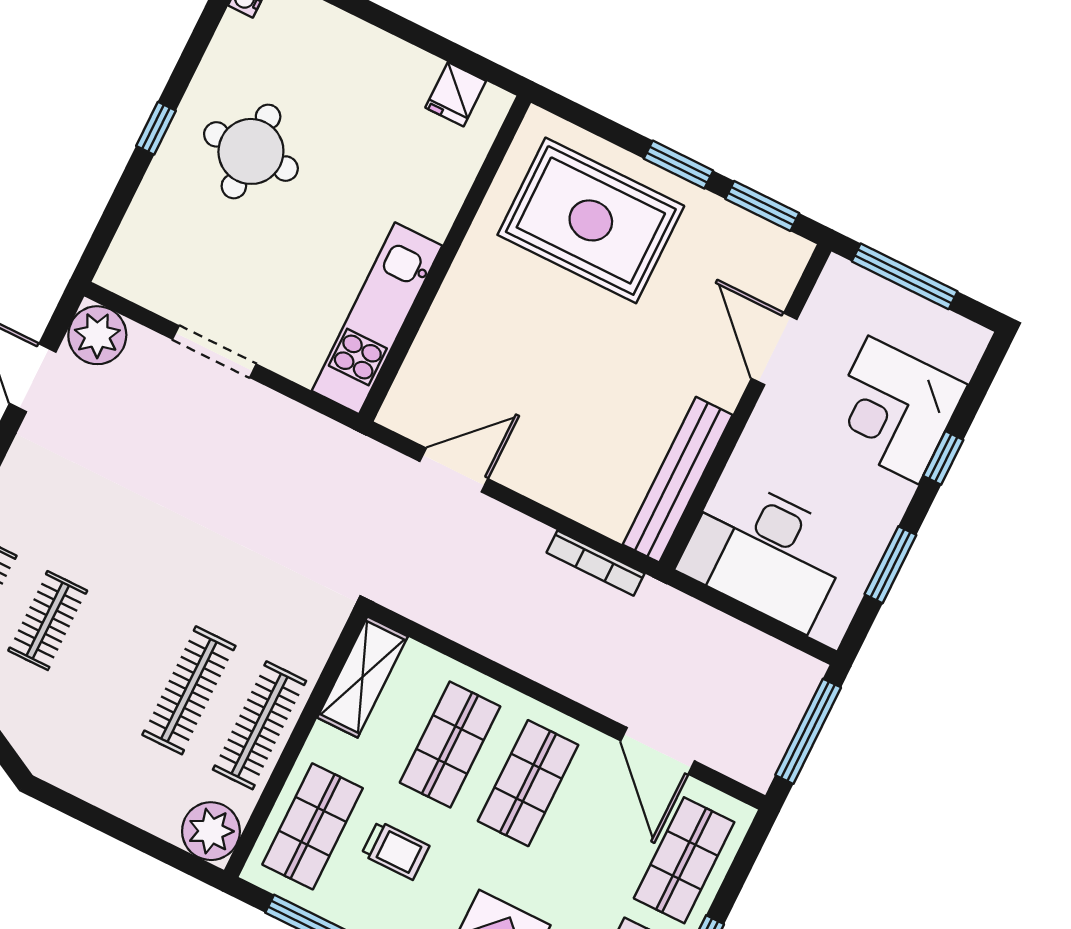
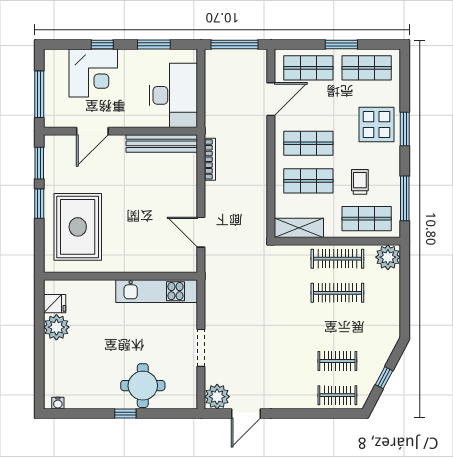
plant: (405, 74) -> (56, 327), added
round table: (251, 151) -> (143, 386), moved

